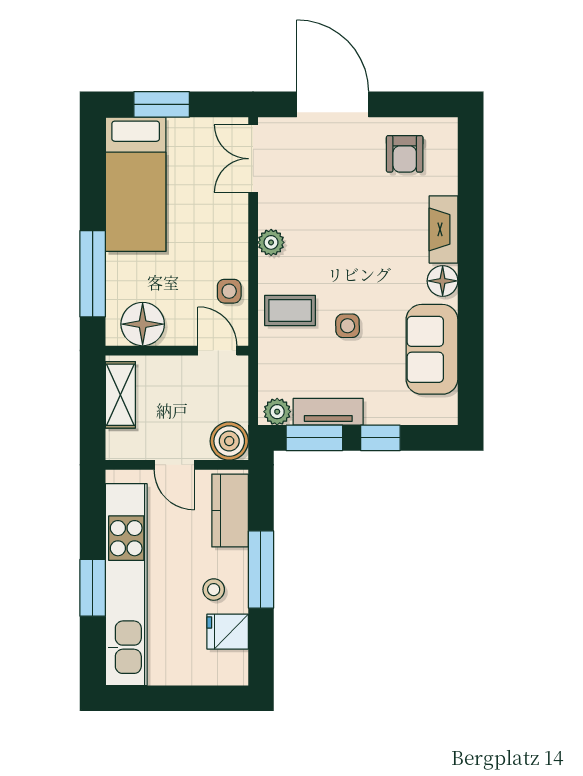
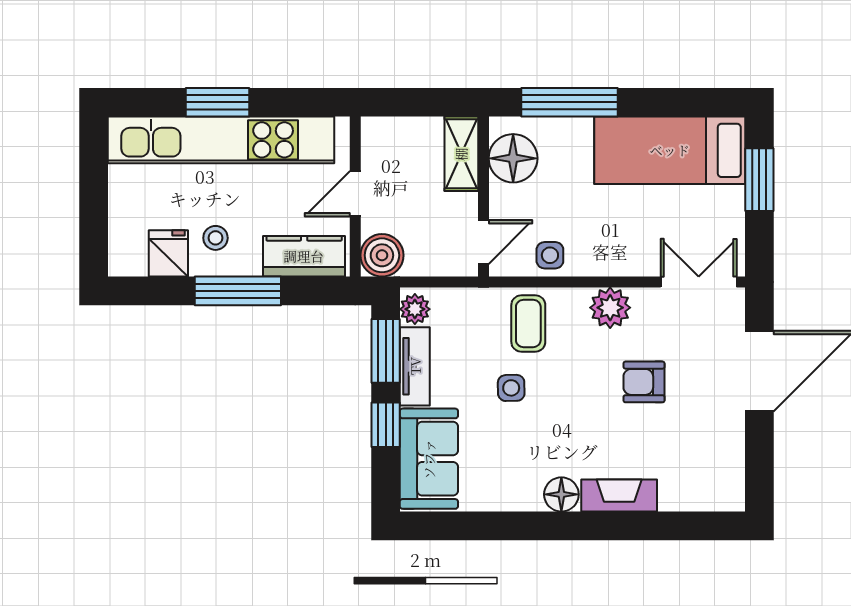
armchair: (405, 154) -> (644, 382), moved
plant: (271, 242) -> (610, 308), width x1.38, depth x1.38
sofa: (432, 349) -> (429, 459), moved, turned 90
shelving: (120, 395) -> (461, 154), moved, turned 90

